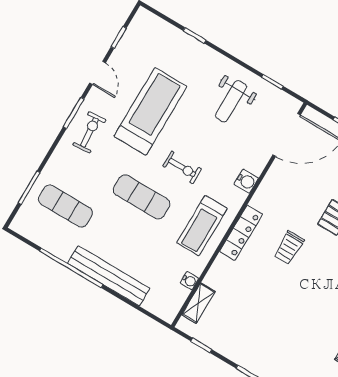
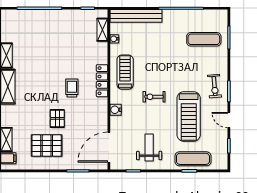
exercise mat: (142, 197) -> (193, 159), moved
bench: (109, 276) -> (136, 16), moved

